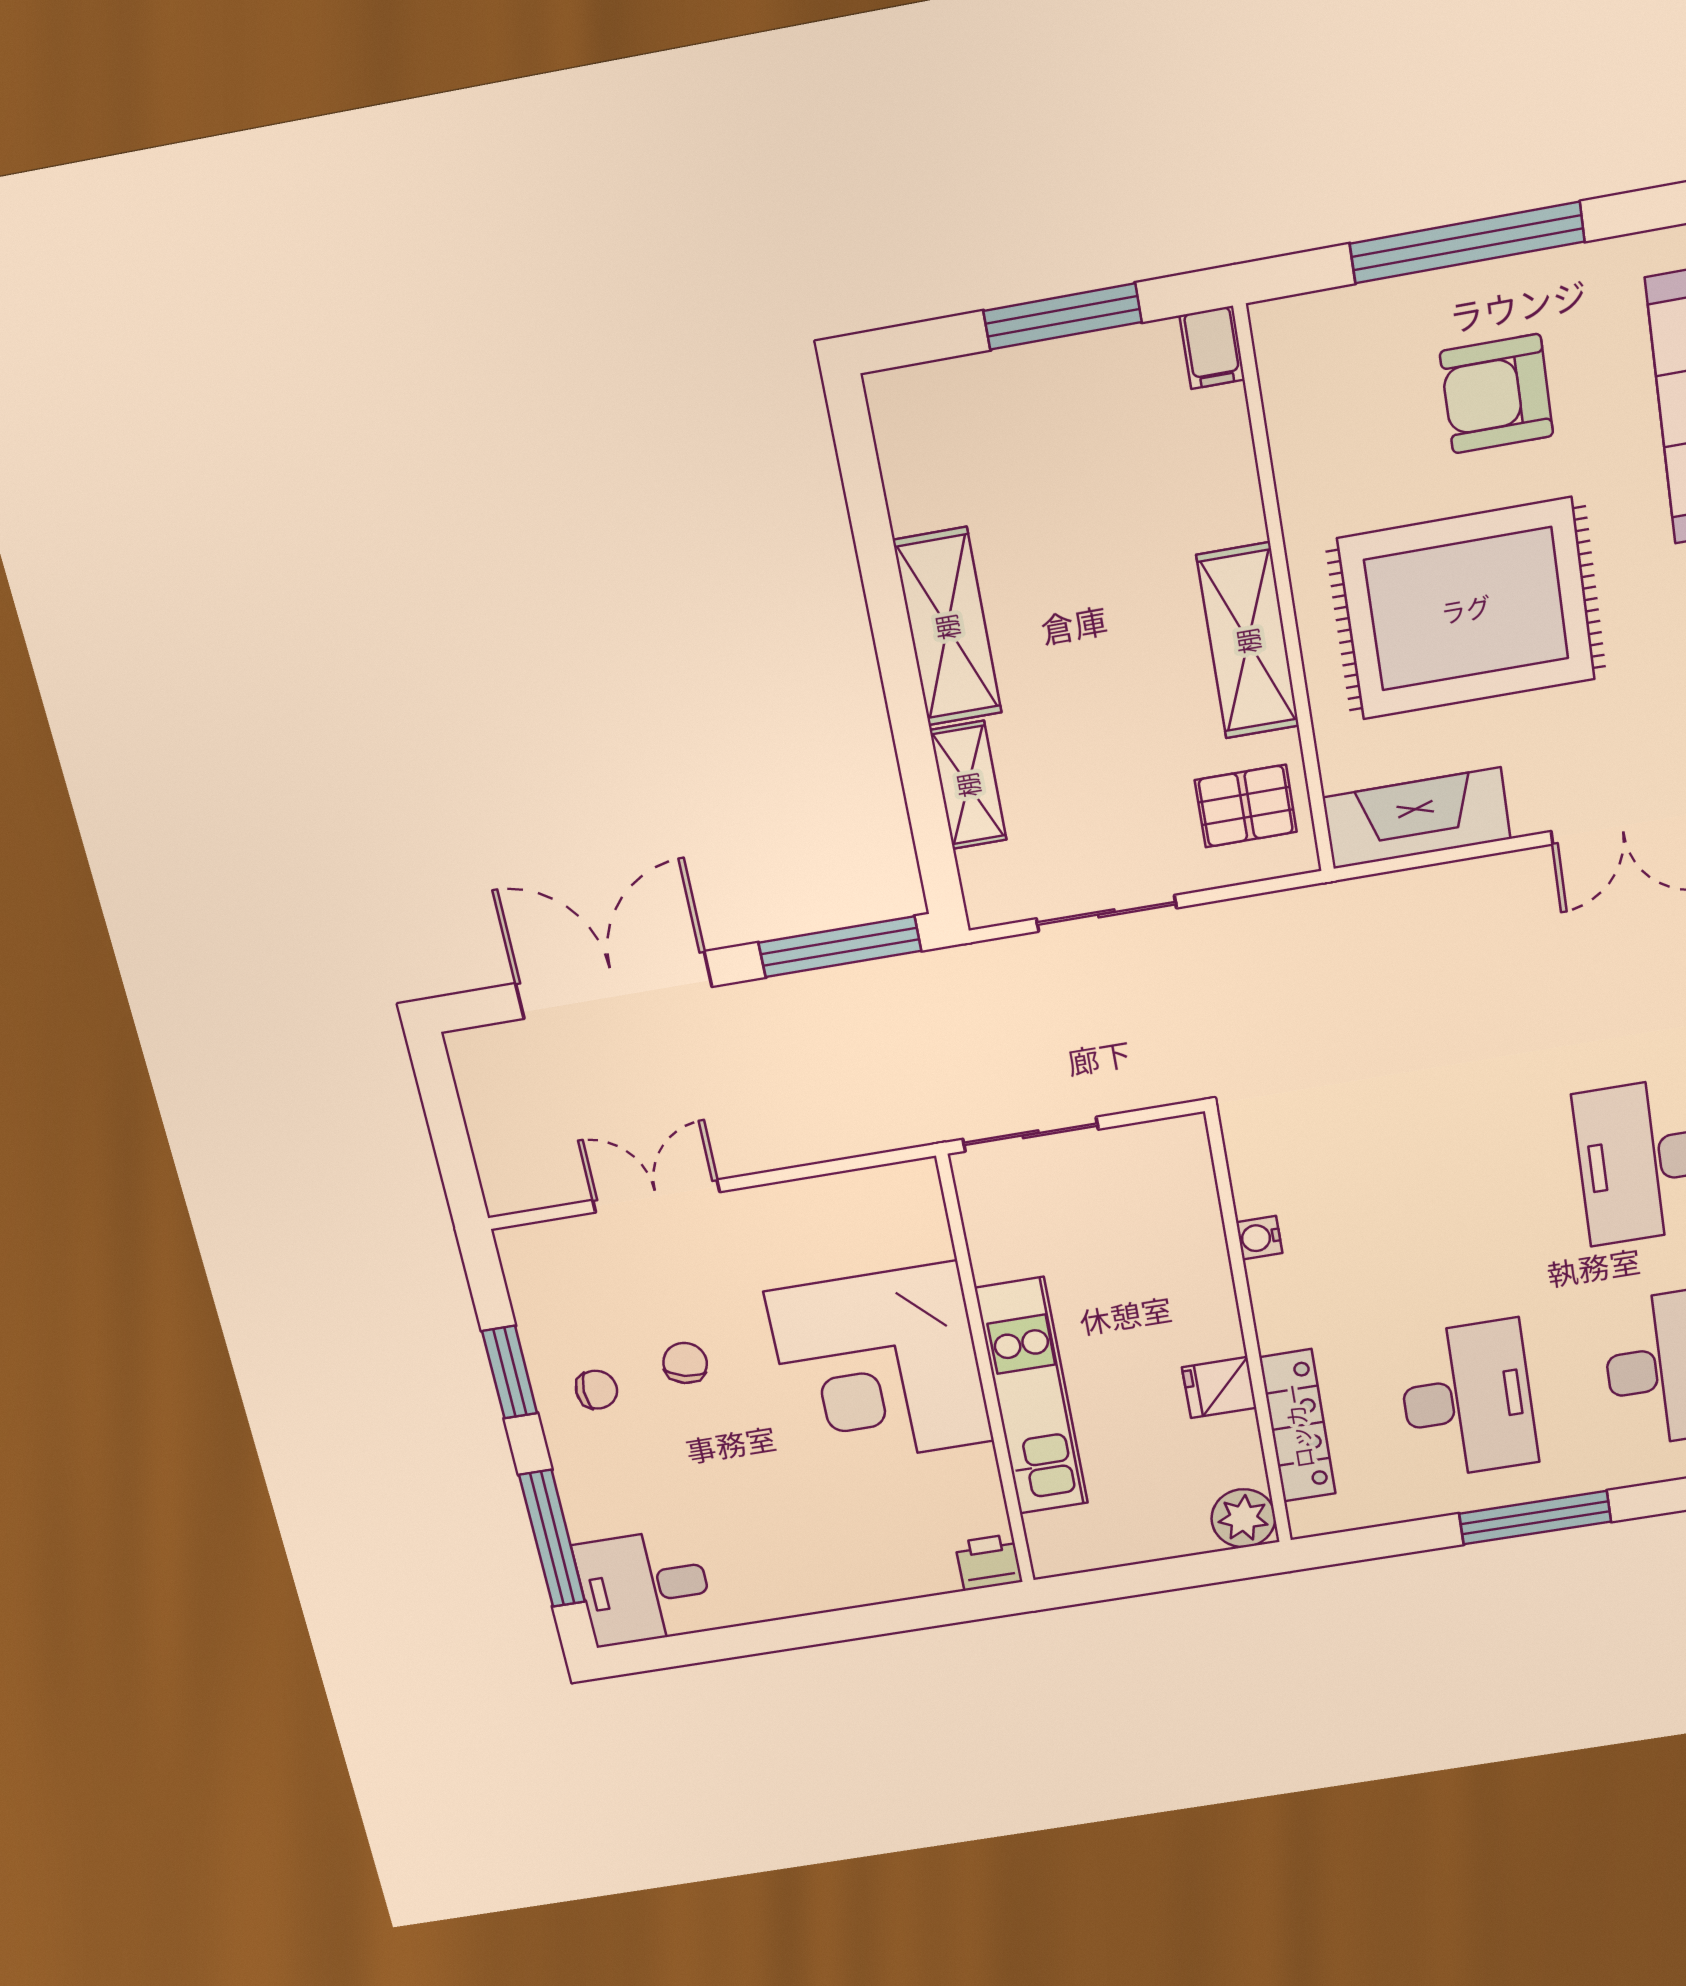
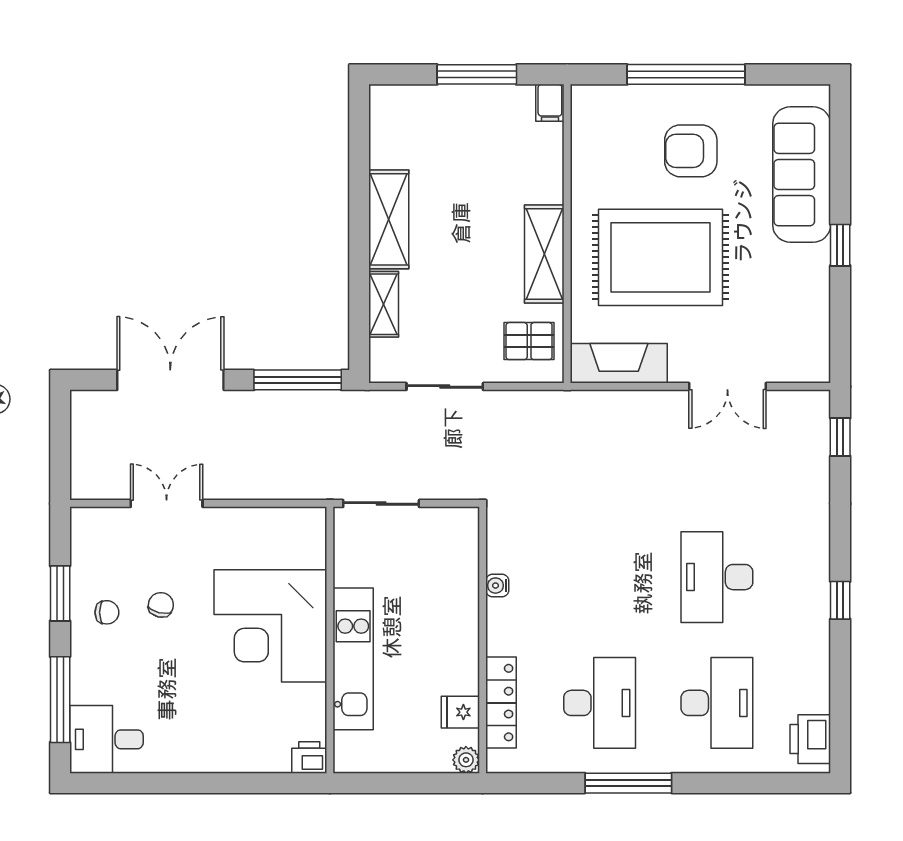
fridge: (1219, 1388) -> (460, 712), moved
plant: (1243, 1518) -> (466, 760), width x0.73, depth x0.73

